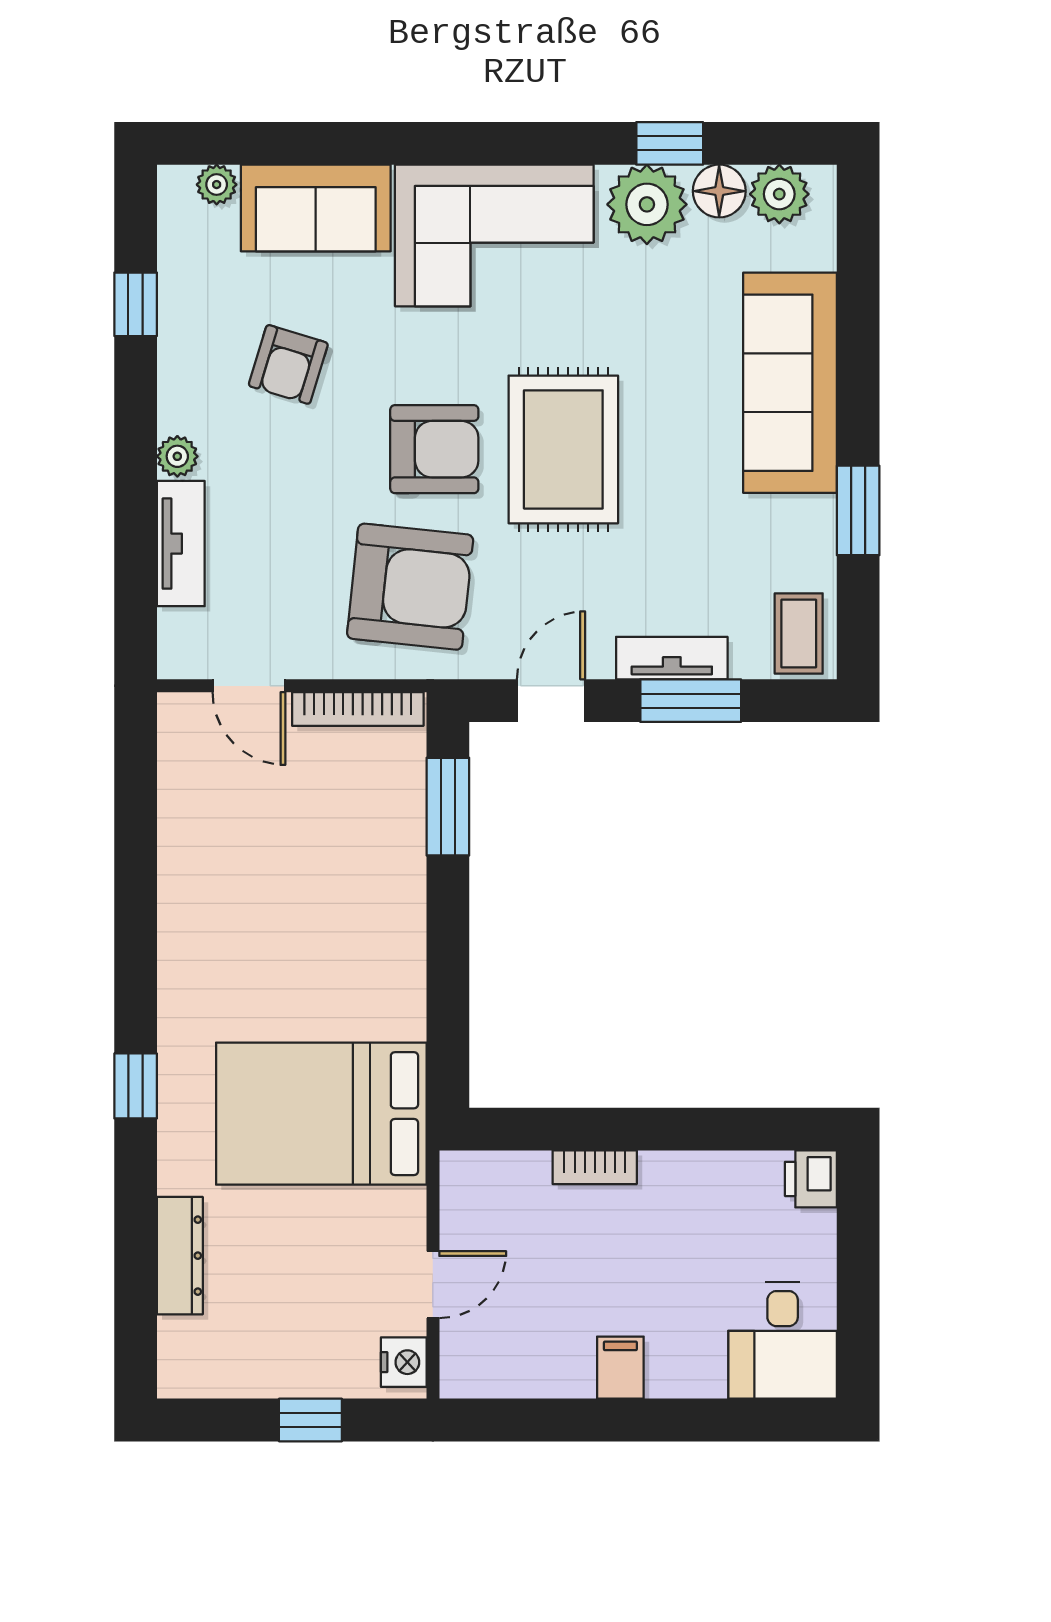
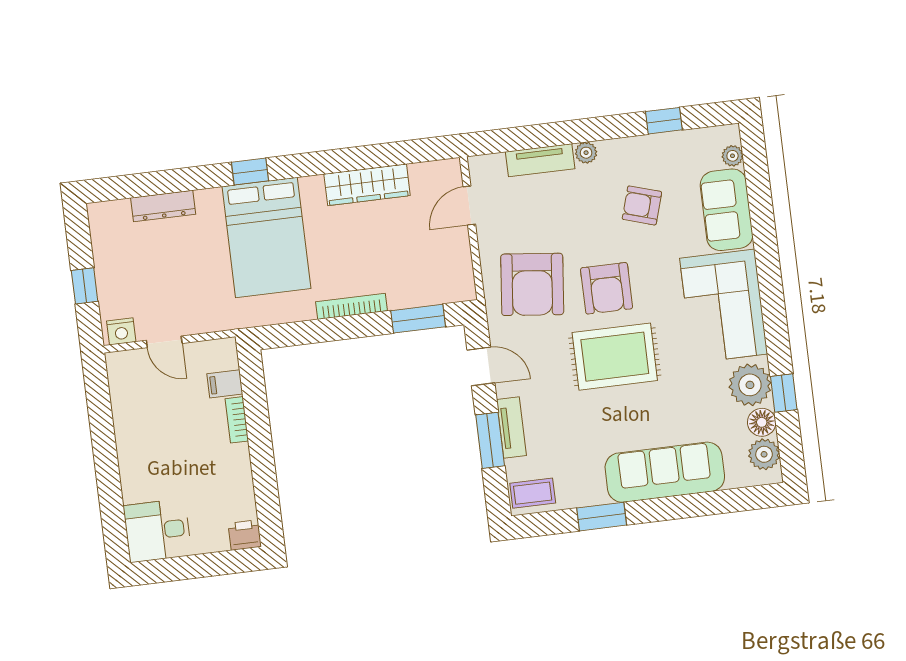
bookcase: (358, 709) -> (351, 306), moved, turned 90
wardrobe: (187, 871) -> (367, 185), added
bed: (321, 1114) -> (266, 237), moved, turned 180
filing cabinet: (620, 1368) -> (225, 384), moved, turned 180

